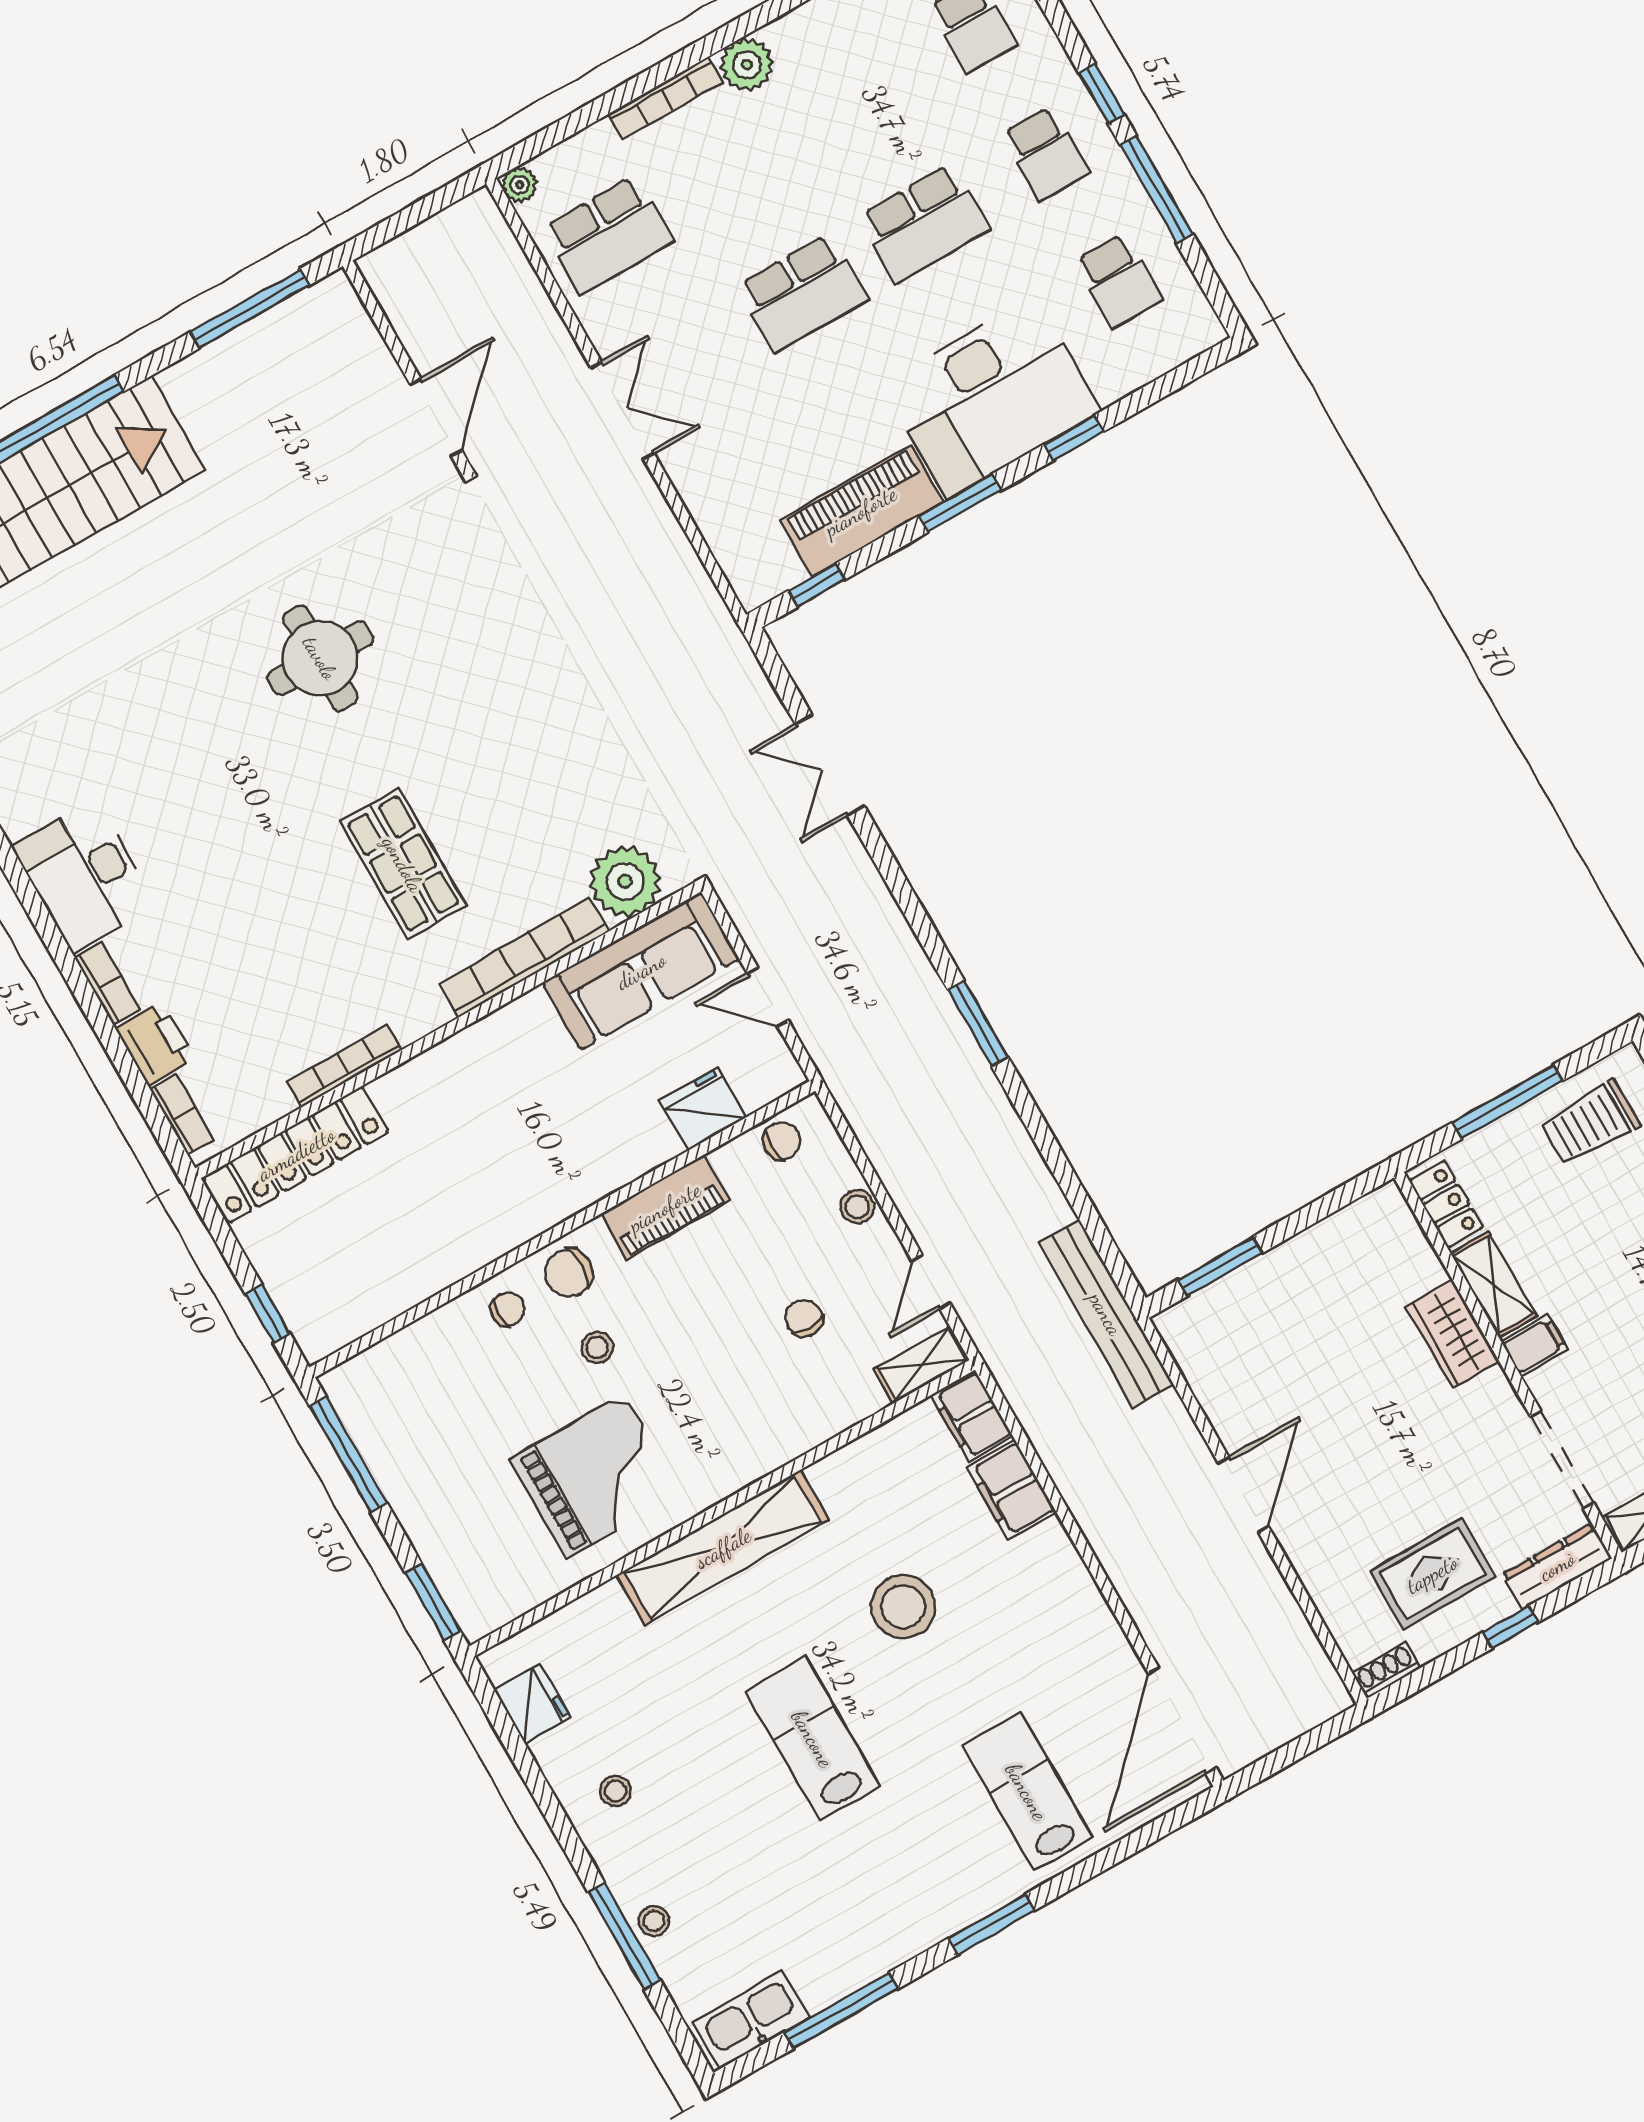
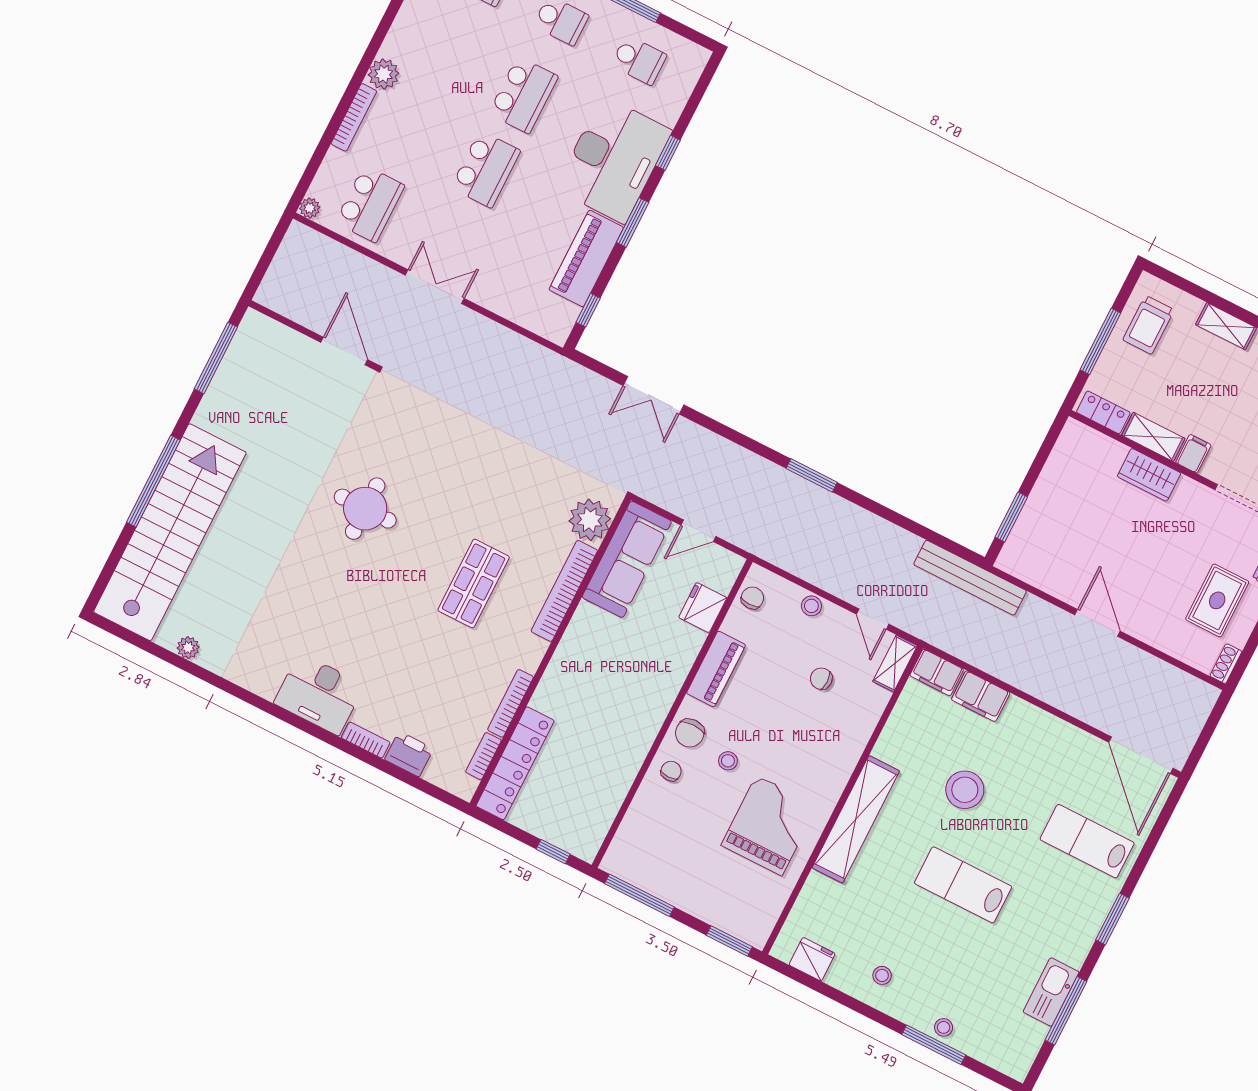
shop shelf: (403, 864) -> (474, 584), turned 90
bookcase: (182, 1115) -> (483, 756), moved, turned -90
kitchen sink: (751, 2020) -> (1051, 992), moved

